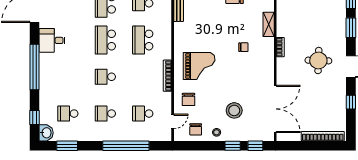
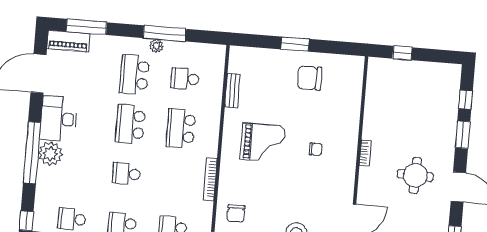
shelving: (269, 24) -> (352, 121), removed
desk: (52, 40) -> (59, 119), width x1.37
grand piano: (199, 66) -> (263, 143), moved
plant: (48, 67) -> (50, 154), added

